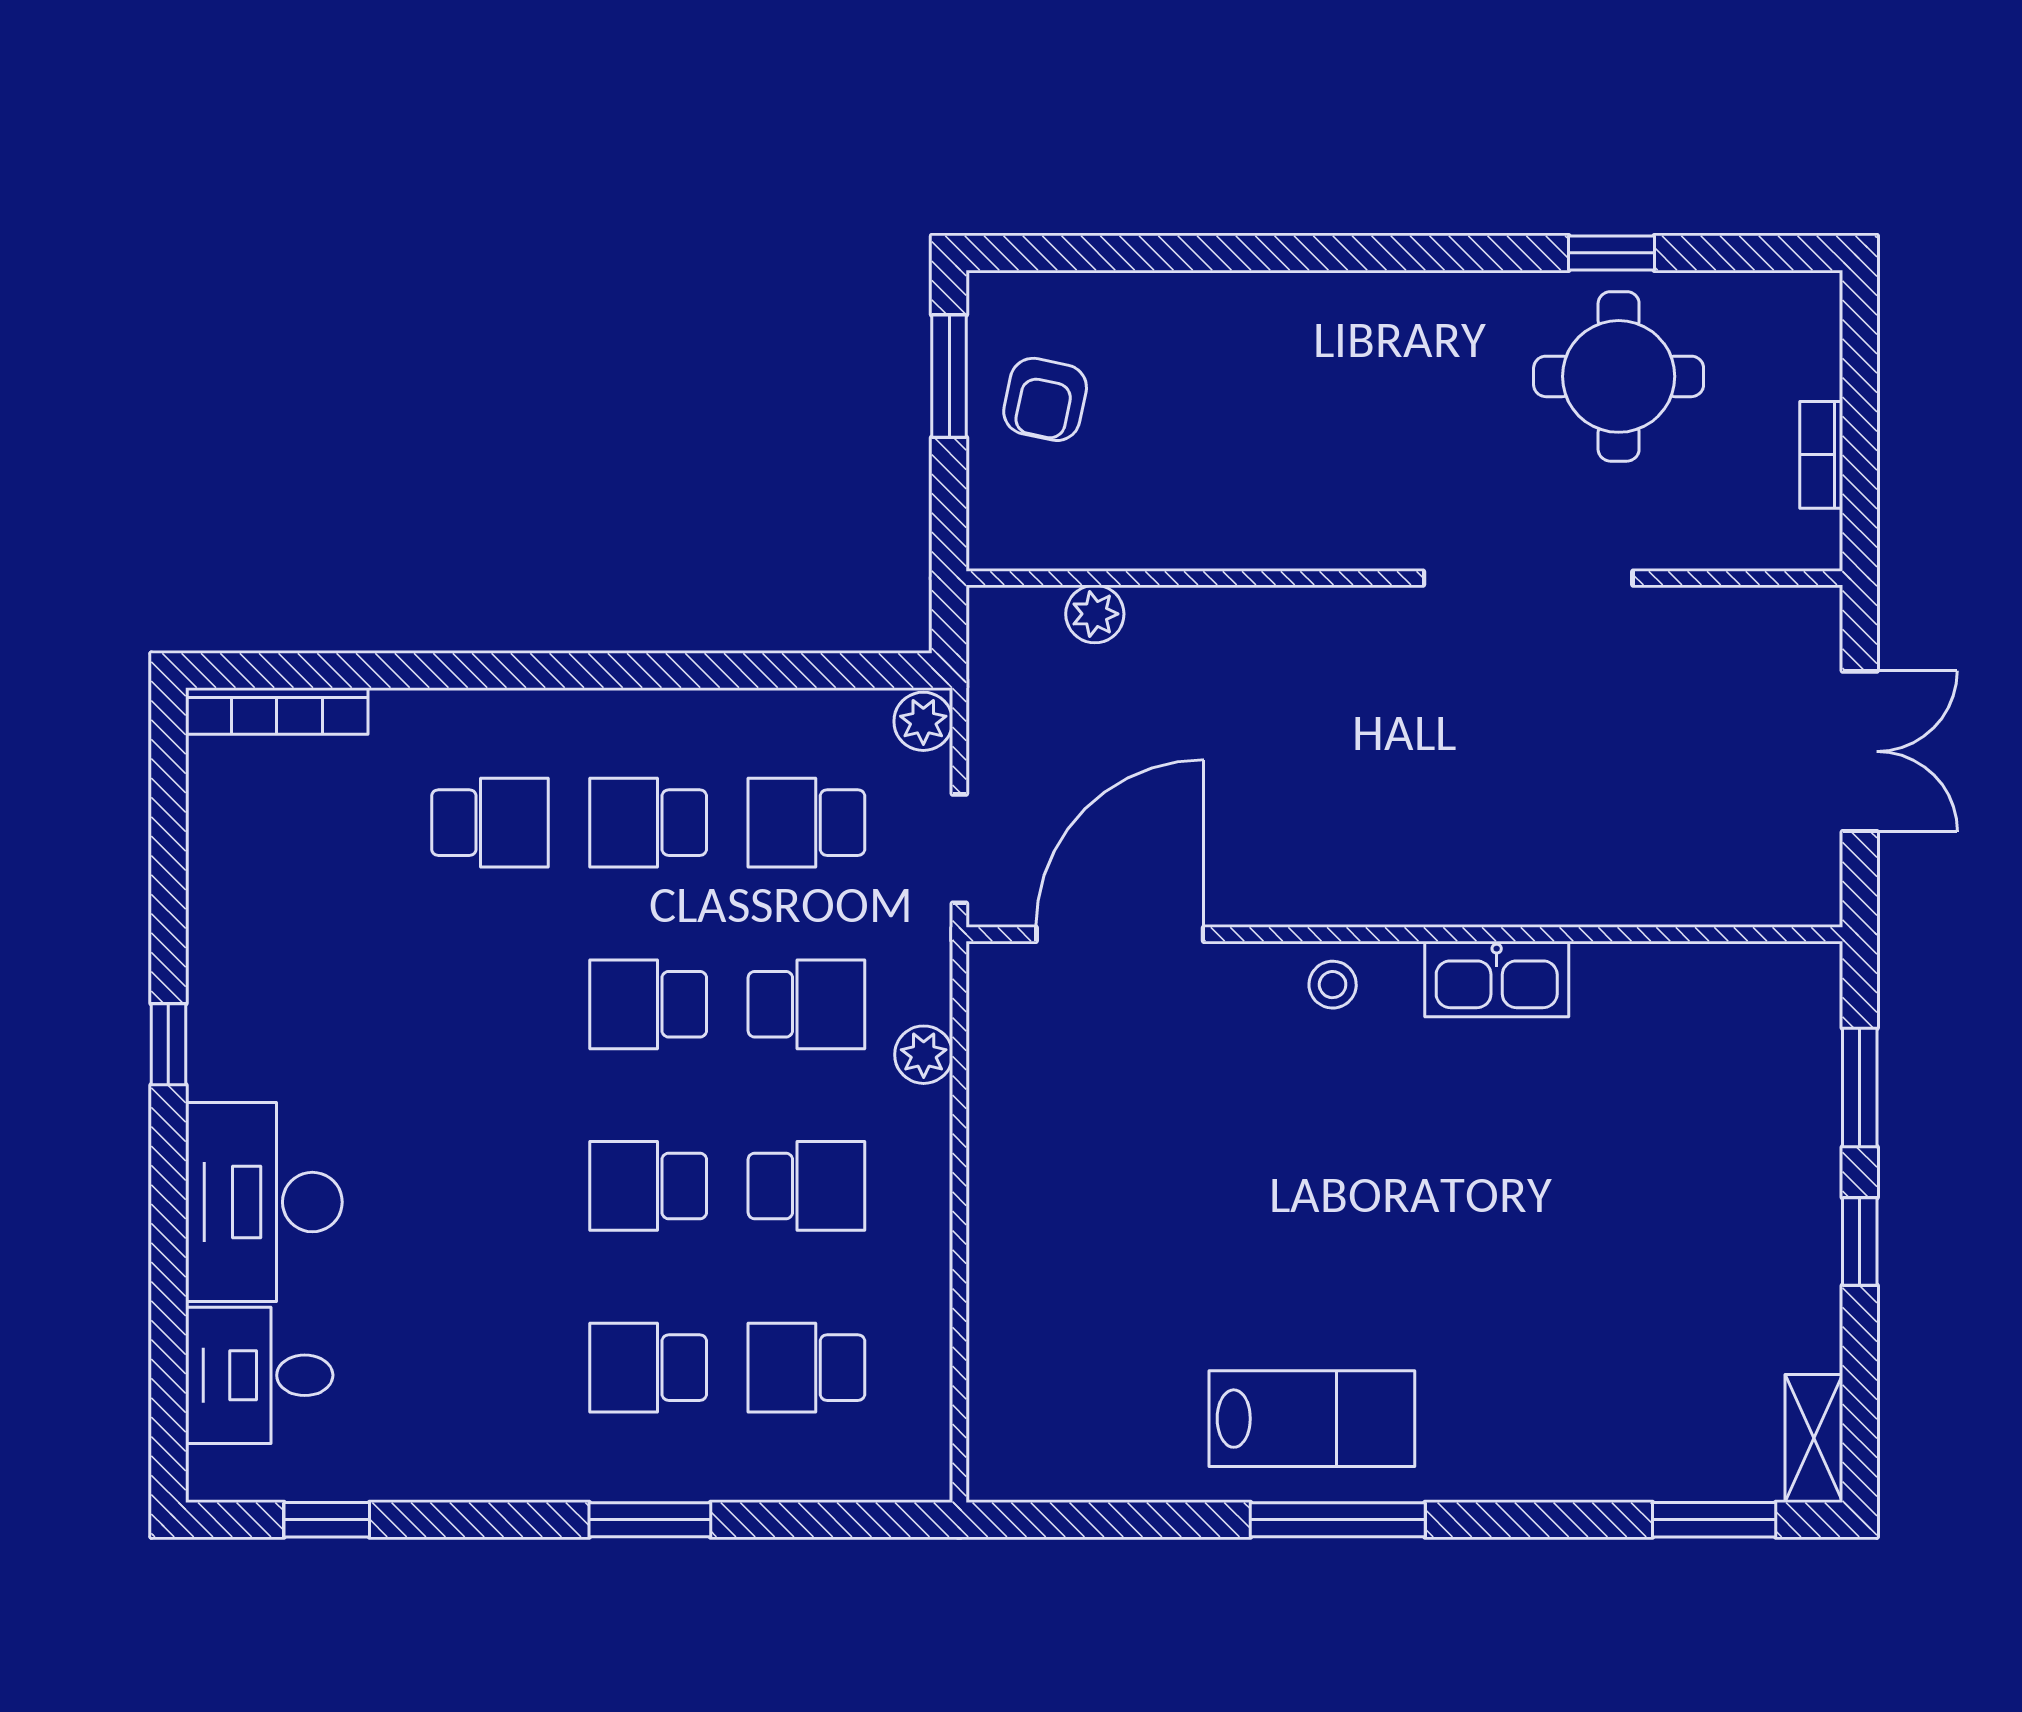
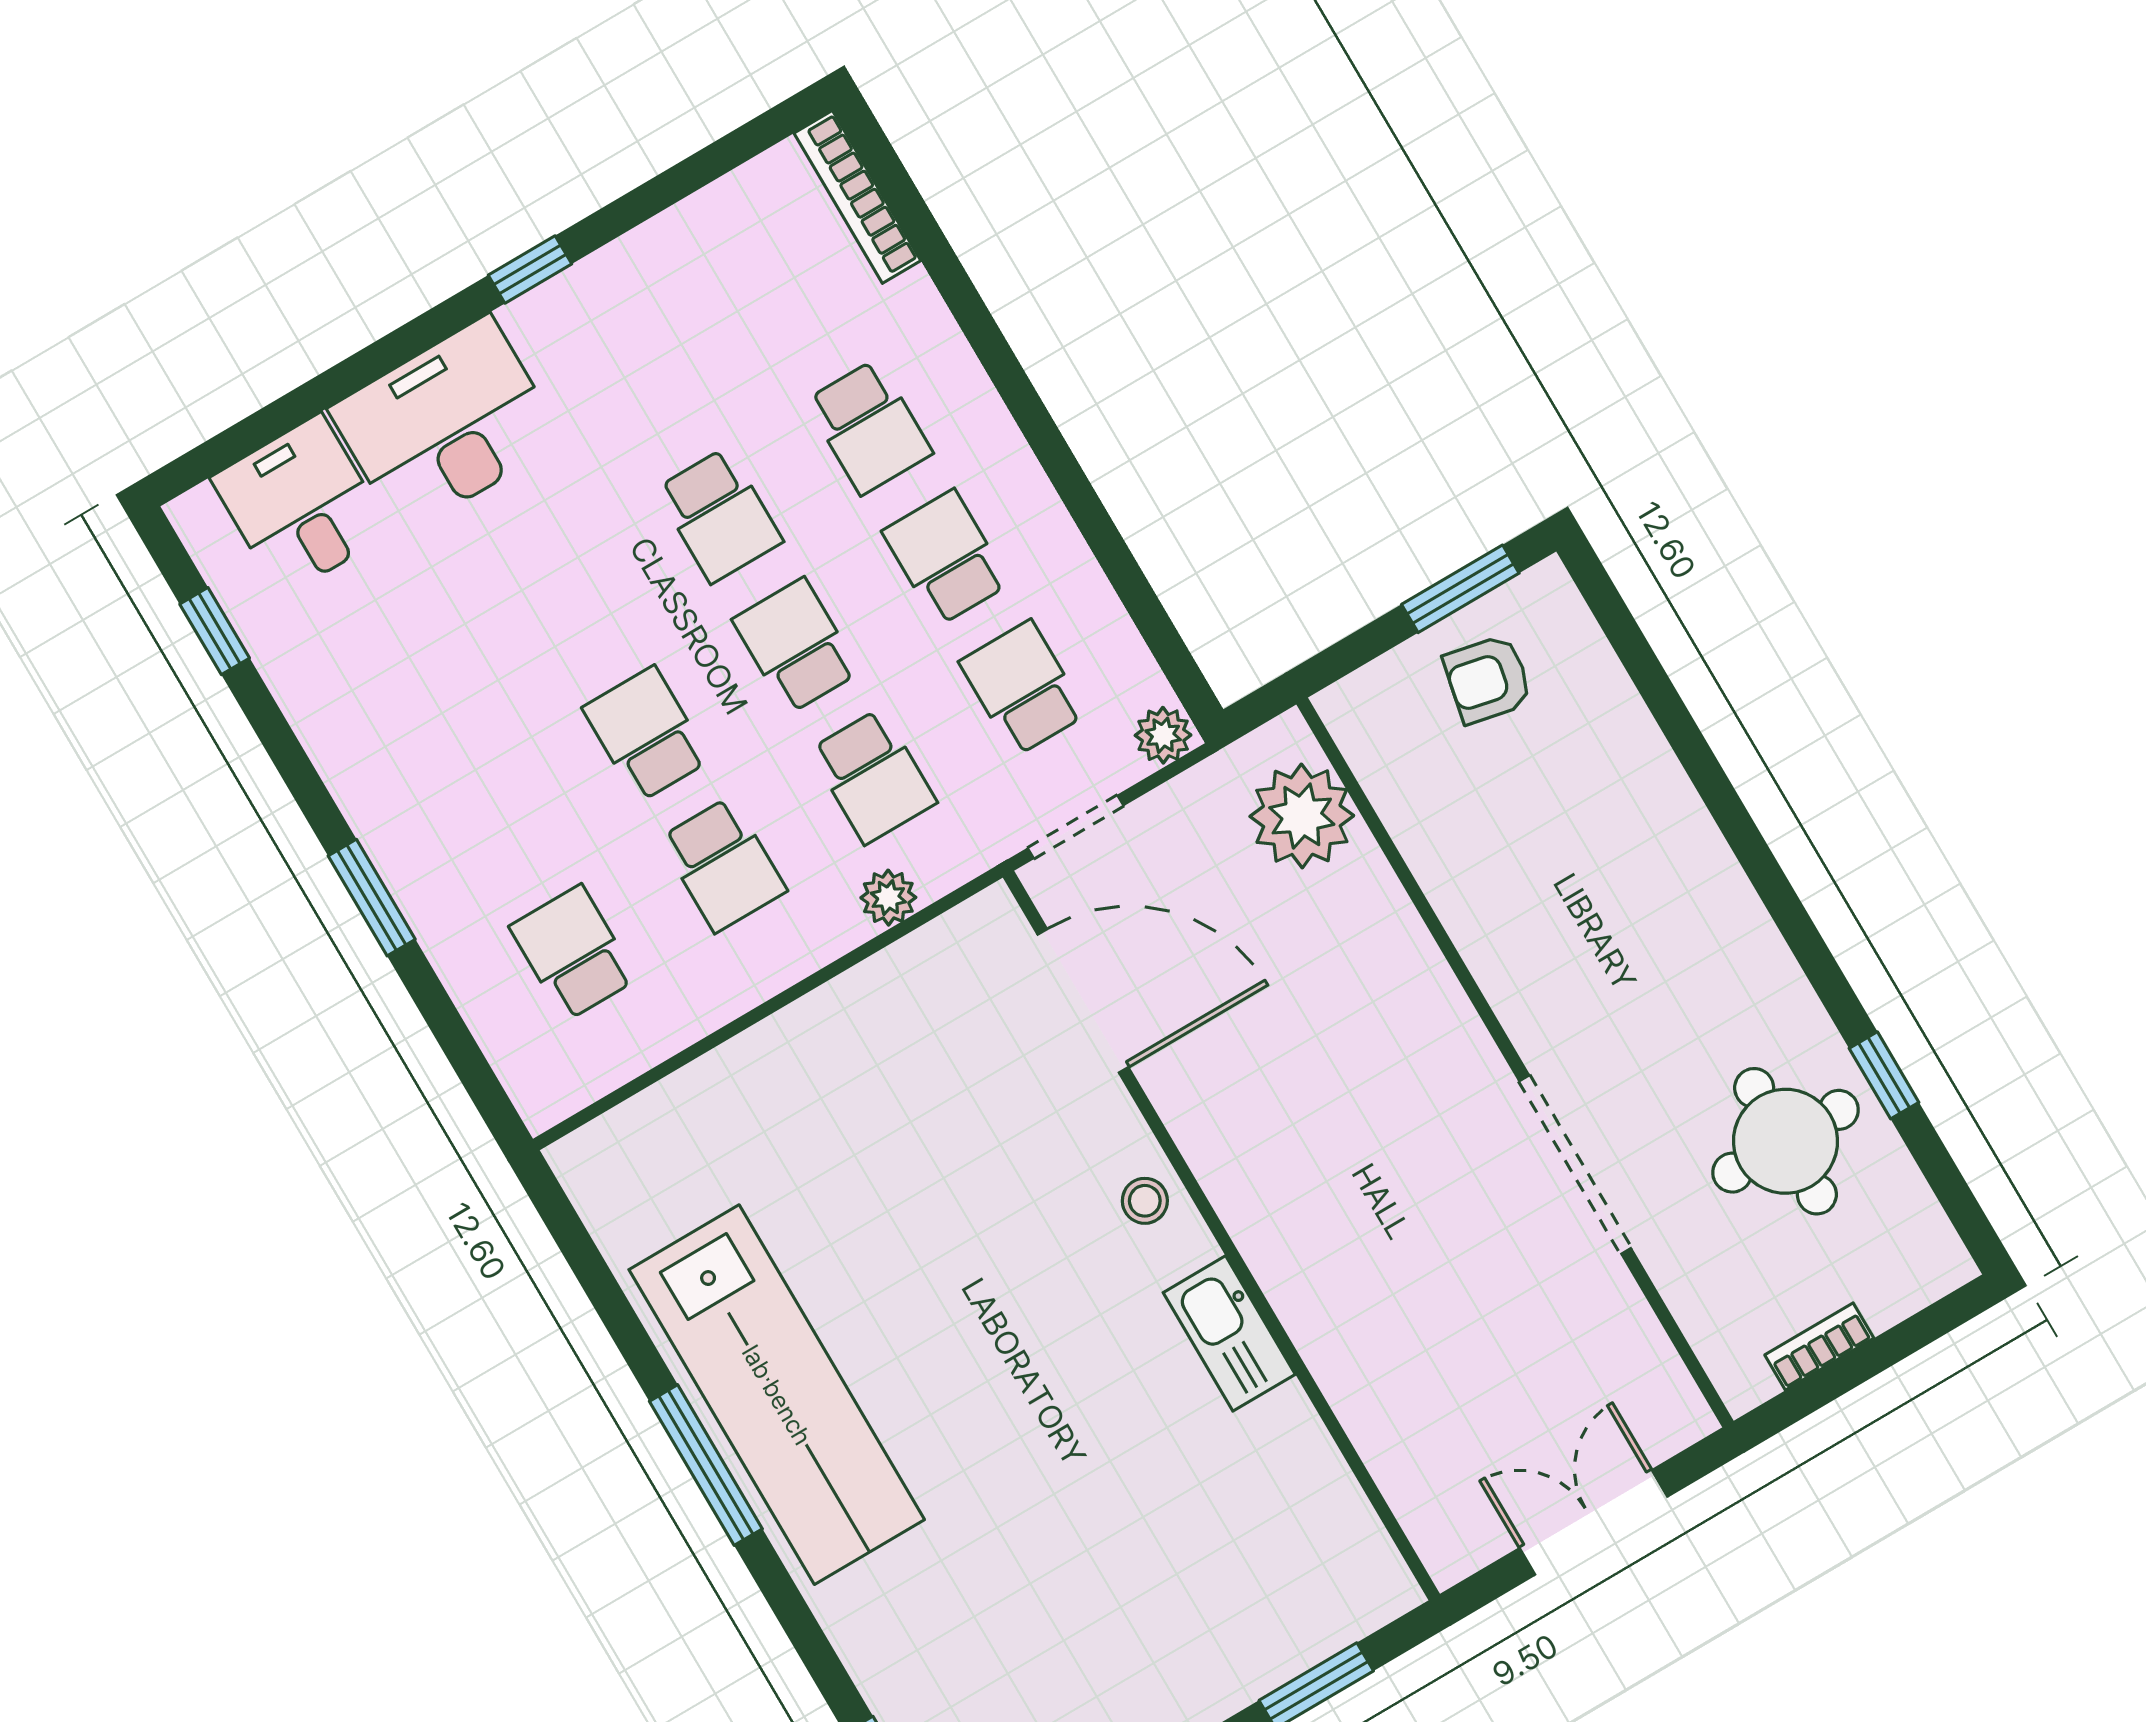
plant: (1095, 614) -> (1302, 816), width x1.87, depth x1.87
double door: (1860, 751) -> (1593, 1522), swing flipped
school desk: (648, 1368) -> (719, 515), moved, turned 180
lab bench: (1312, 1419) -> (777, 1395), width x1.86, depth x1.39

